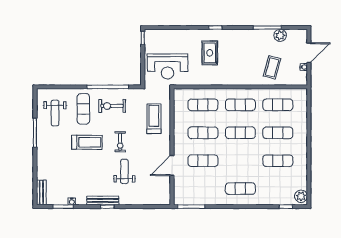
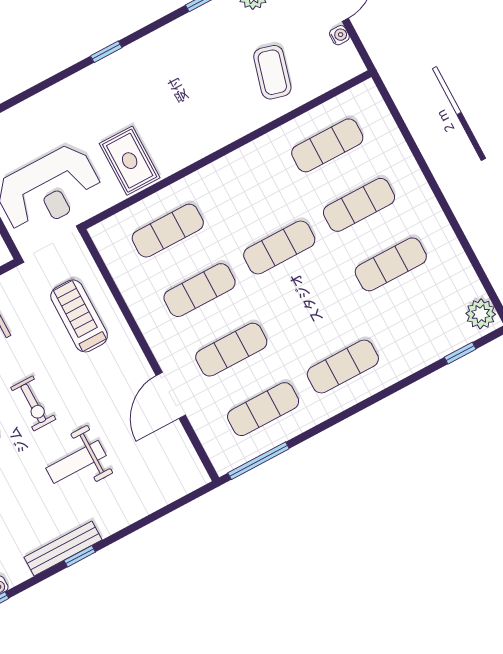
rug: (210, 53) -> (130, 161), moved
exercise mat: (240, 105) -> (263, 409), moved
weight bench: (124, 171) -> (76, 462), turned -90

